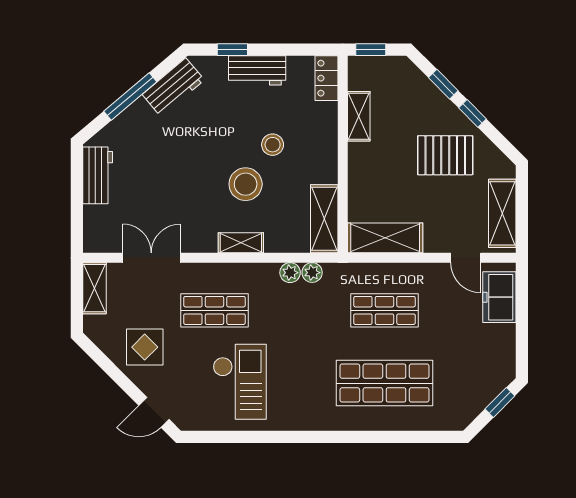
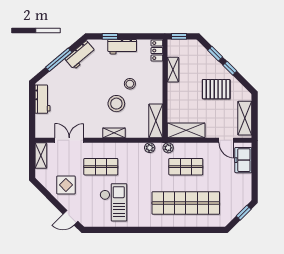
plant: (290, 273) -> (168, 148), moved
shop shelf: (384, 383) -> (186, 203), width x1.40

